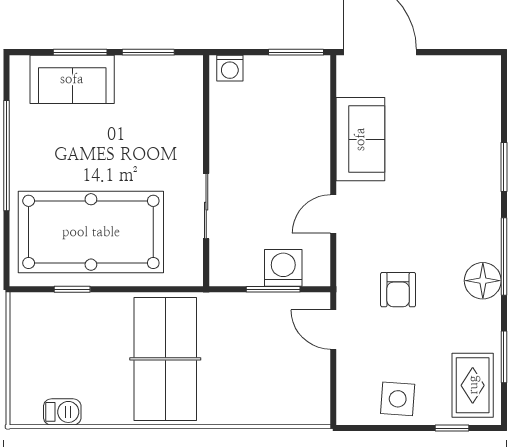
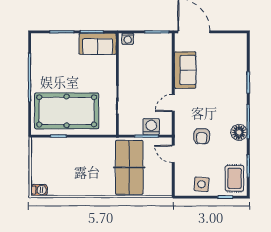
sofa: (72, 79) -> (98, 44), moved
table tennis table: (165, 359) -> (129, 167), moved
barbecue: (62, 412) -> (39, 190), moved

